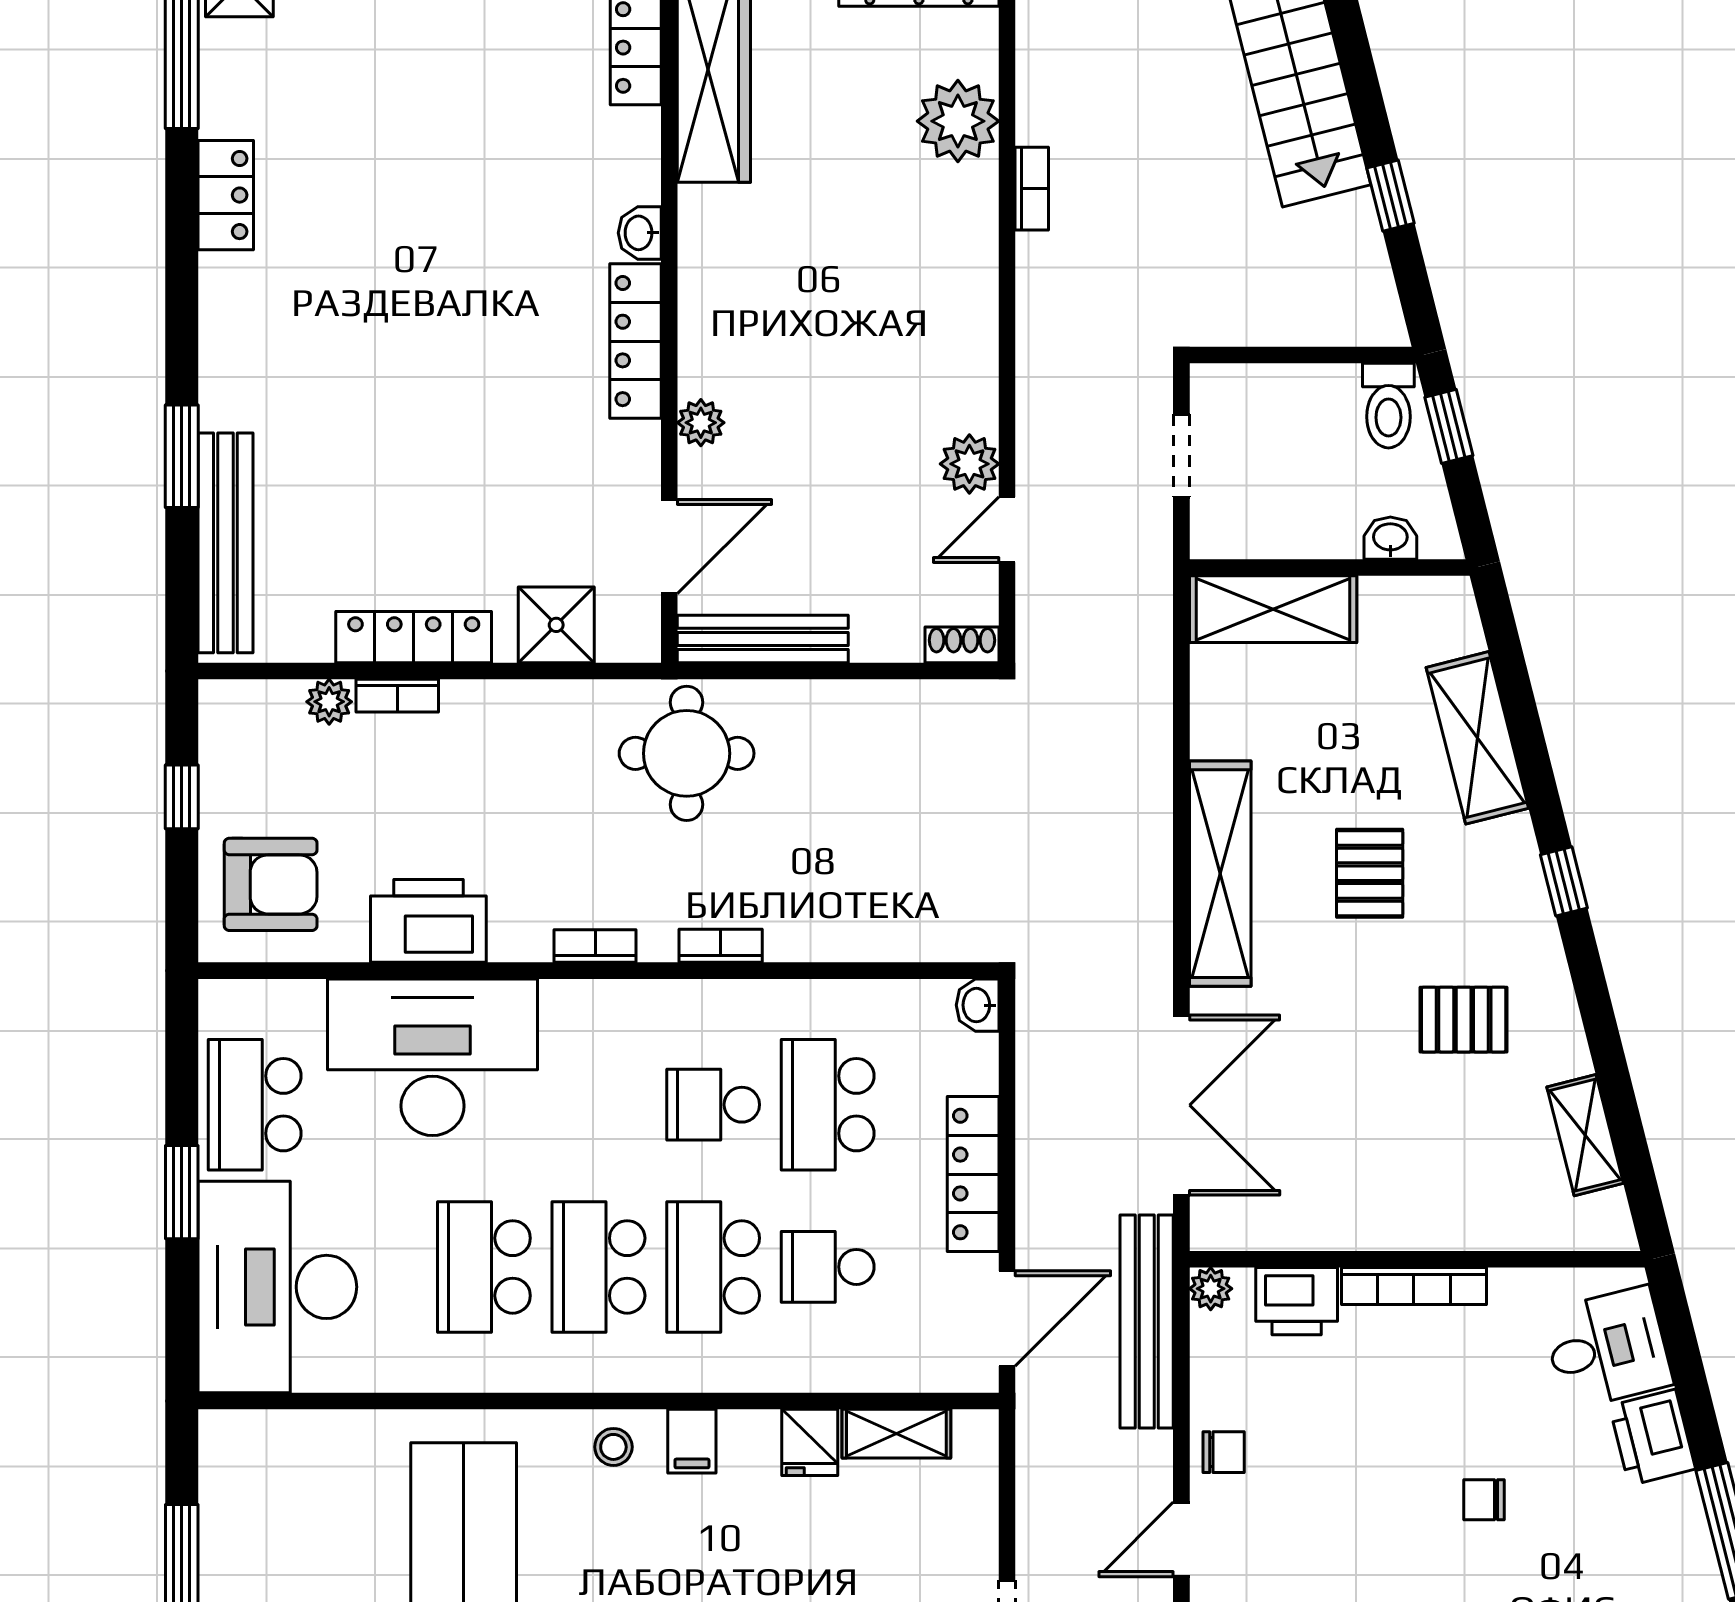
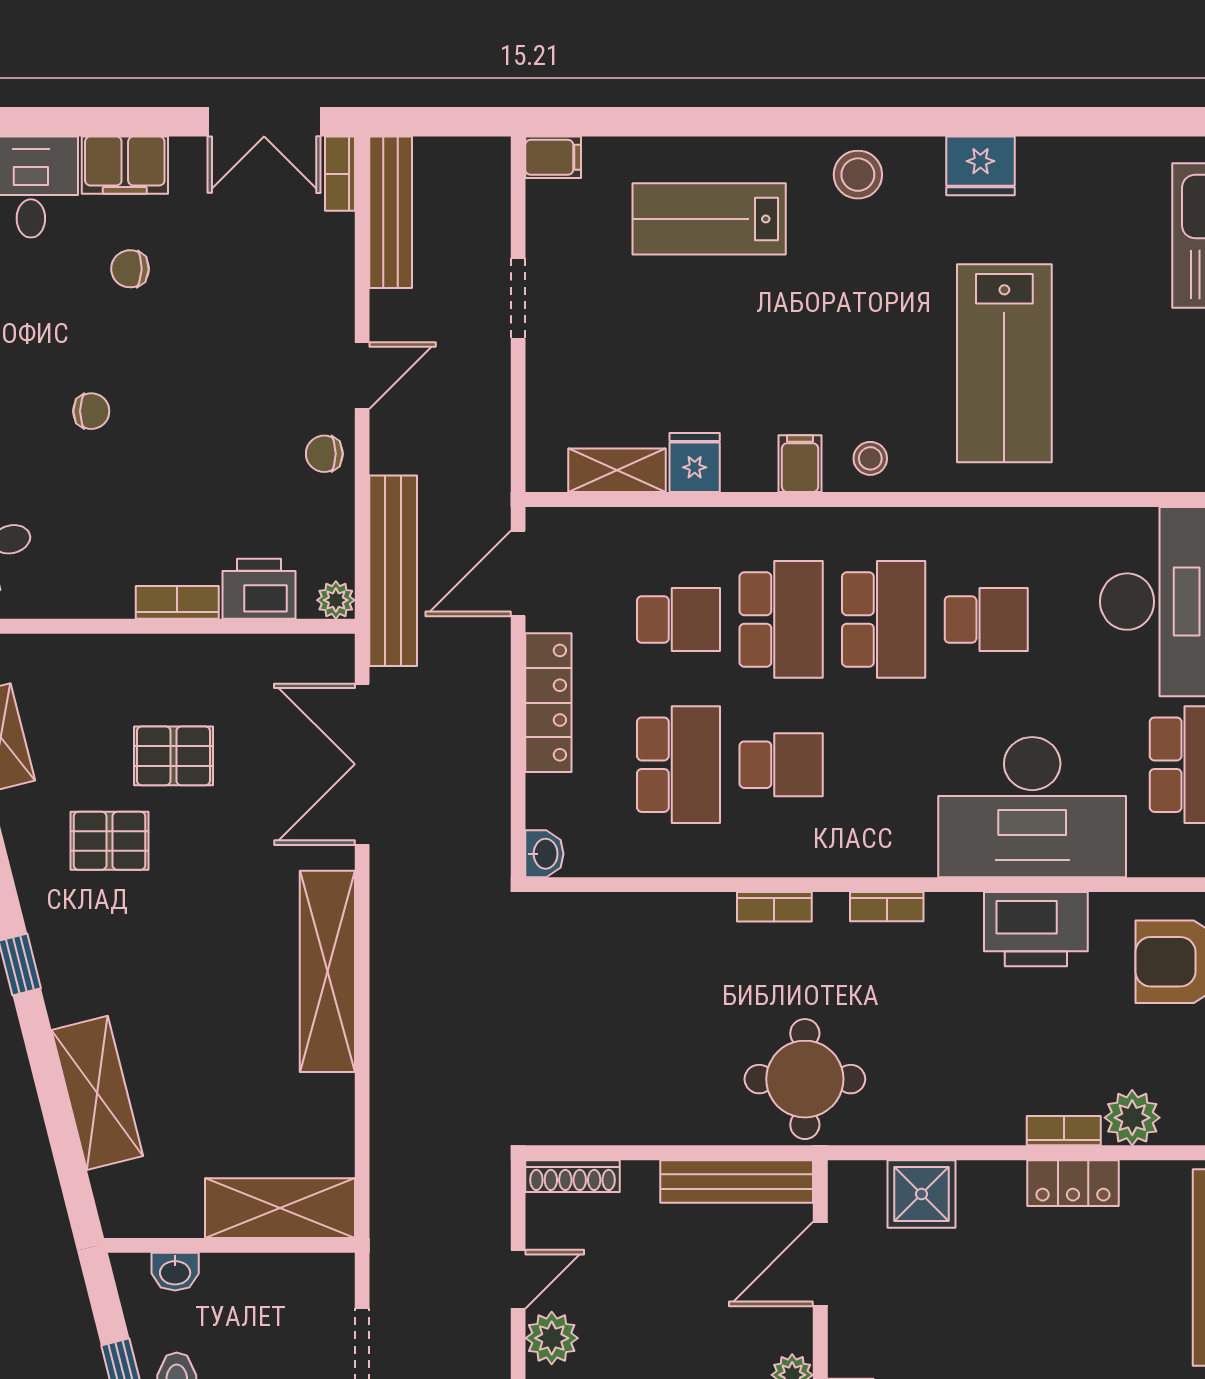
locker: (414, 637) -> (1073, 1183), width x0.66
shoe rack: (962, 645) -> (573, 1176), width x1.43
plant: (329, 702) -> (1132, 1118), width x1.38, depth x1.38
pallet: (1370, 873) -> (173, 756), moved, turned 90
school desk: (484, 1267) -> (986, 619), width x0.54
bookcase: (1414, 1286) -> (177, 602), width x0.64

